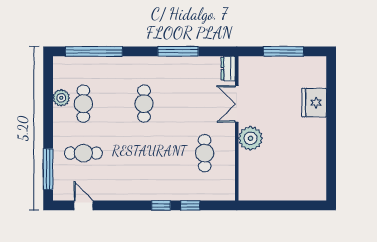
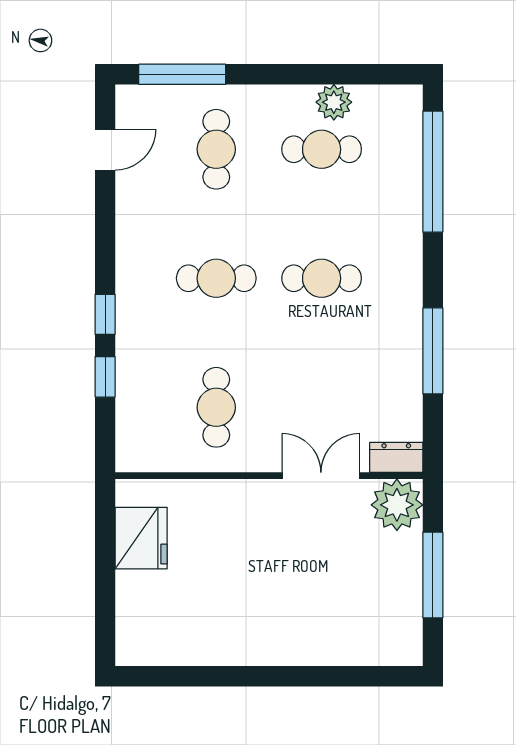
fridge: (314, 103) -> (141, 538), moved, turned 90
plant: (250, 138) -> (397, 505), moved
cafe table: (144, 153) -> (216, 278), added
cafe table: (205, 153) -> (216, 407), turned 90

